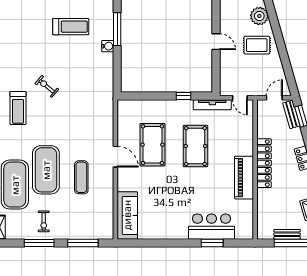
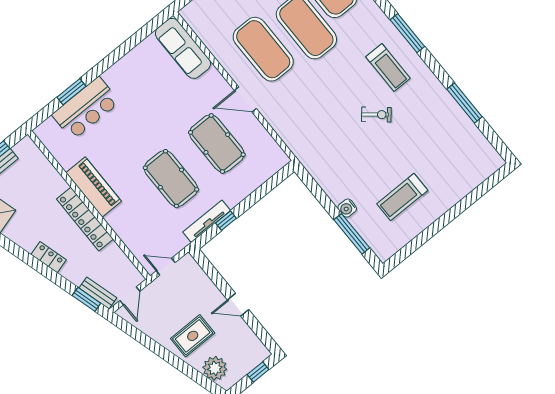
tv unit: (212, 105) -> (207, 221), moved
treadmill: (18, 108) -> (388, 67), turned 180
exercise mat: (81, 177) -> (263, 49), width x2.00, depth x1.45

